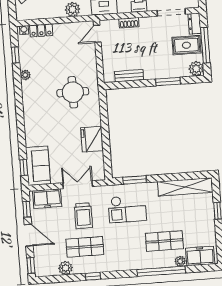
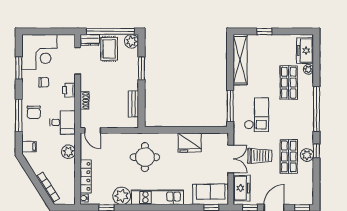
locker: (41, 30) -> (86, 176), width x1.53
window: (205, 45) -> (110, 31), width x1.46
plant: (25, 75) -> (122, 196), width x1.87, depth x1.87
kitchen unit: (31, 109) -> (157, 197), added
window: (135, 180) -> (230, 106), width x1.44
double door: (78, 185) -> (231, 159), swing flipped
plant: (65, 268) -> (307, 155), moved
window: (161, 271) -> (316, 109), moved

